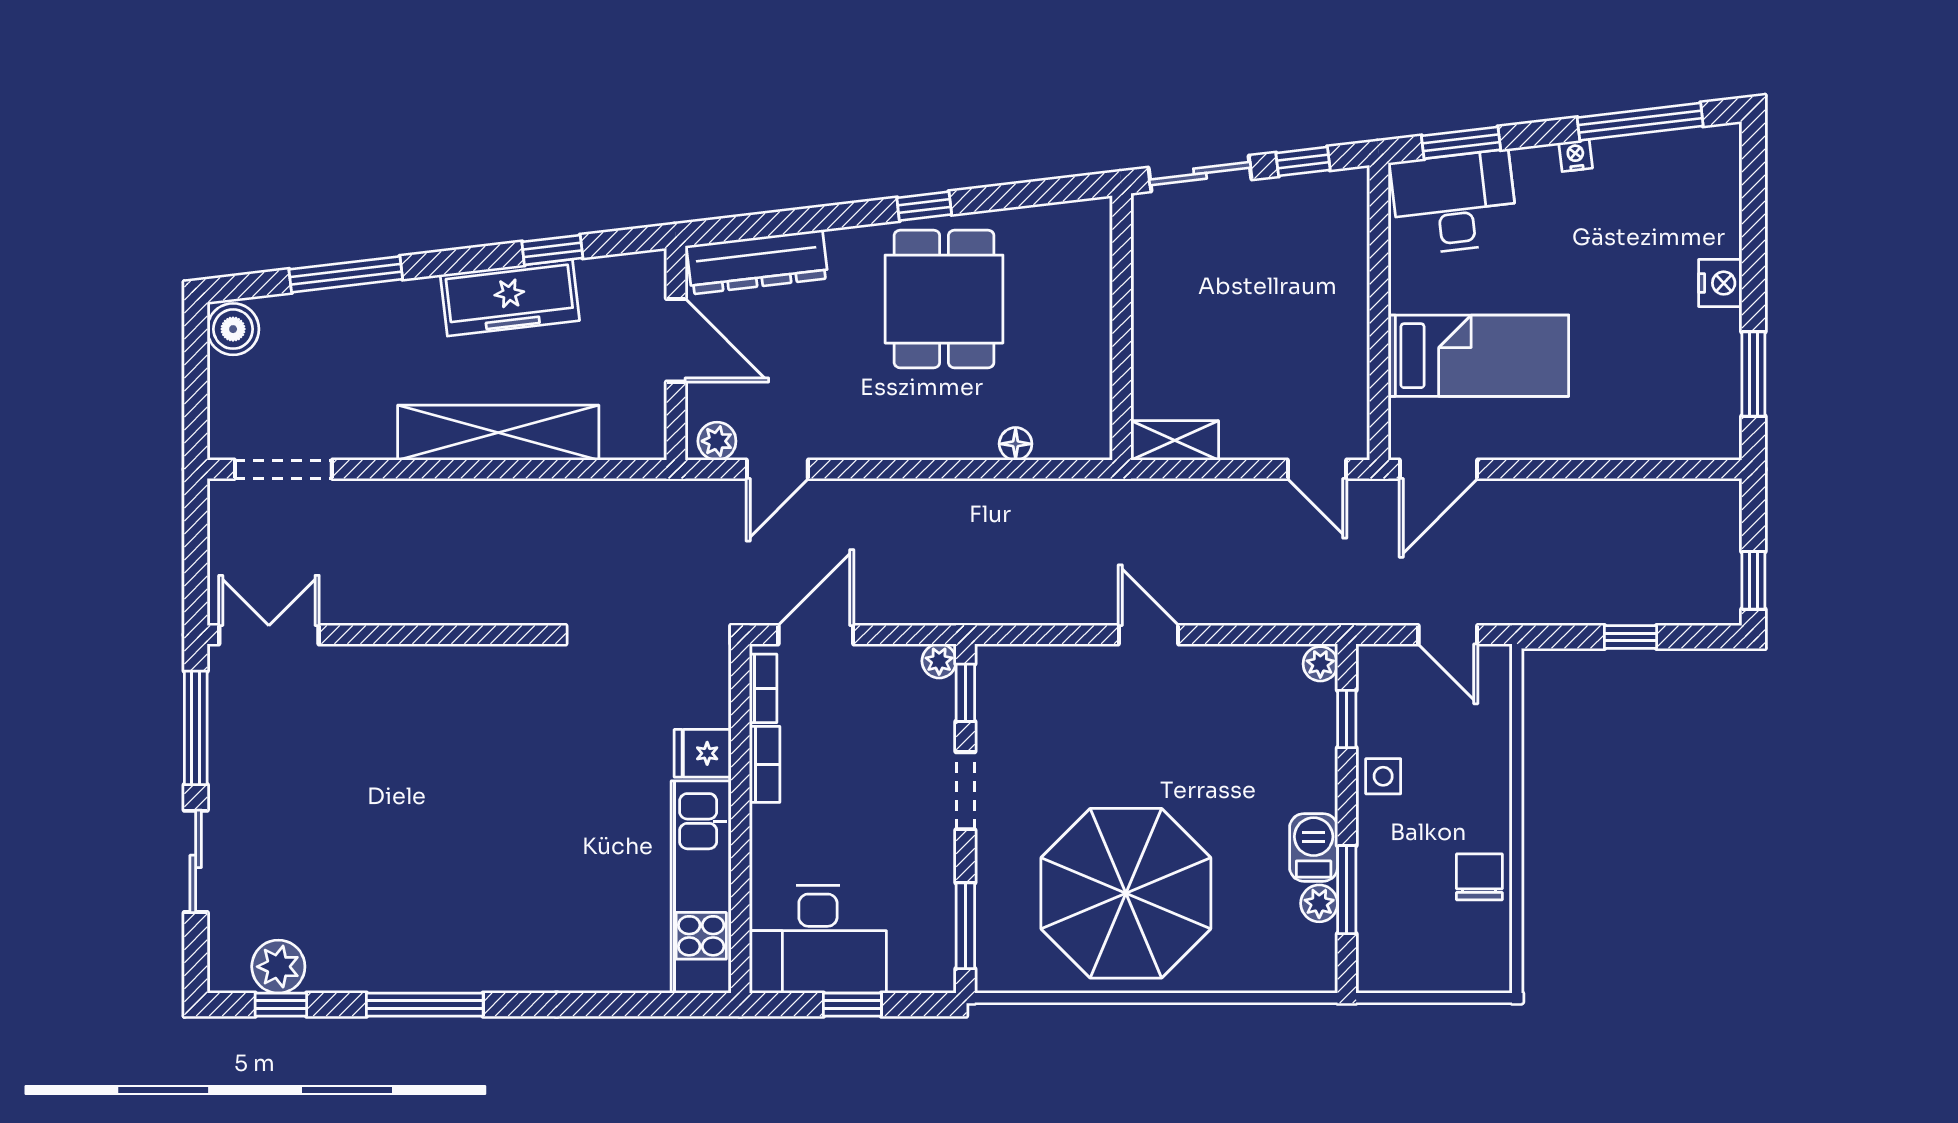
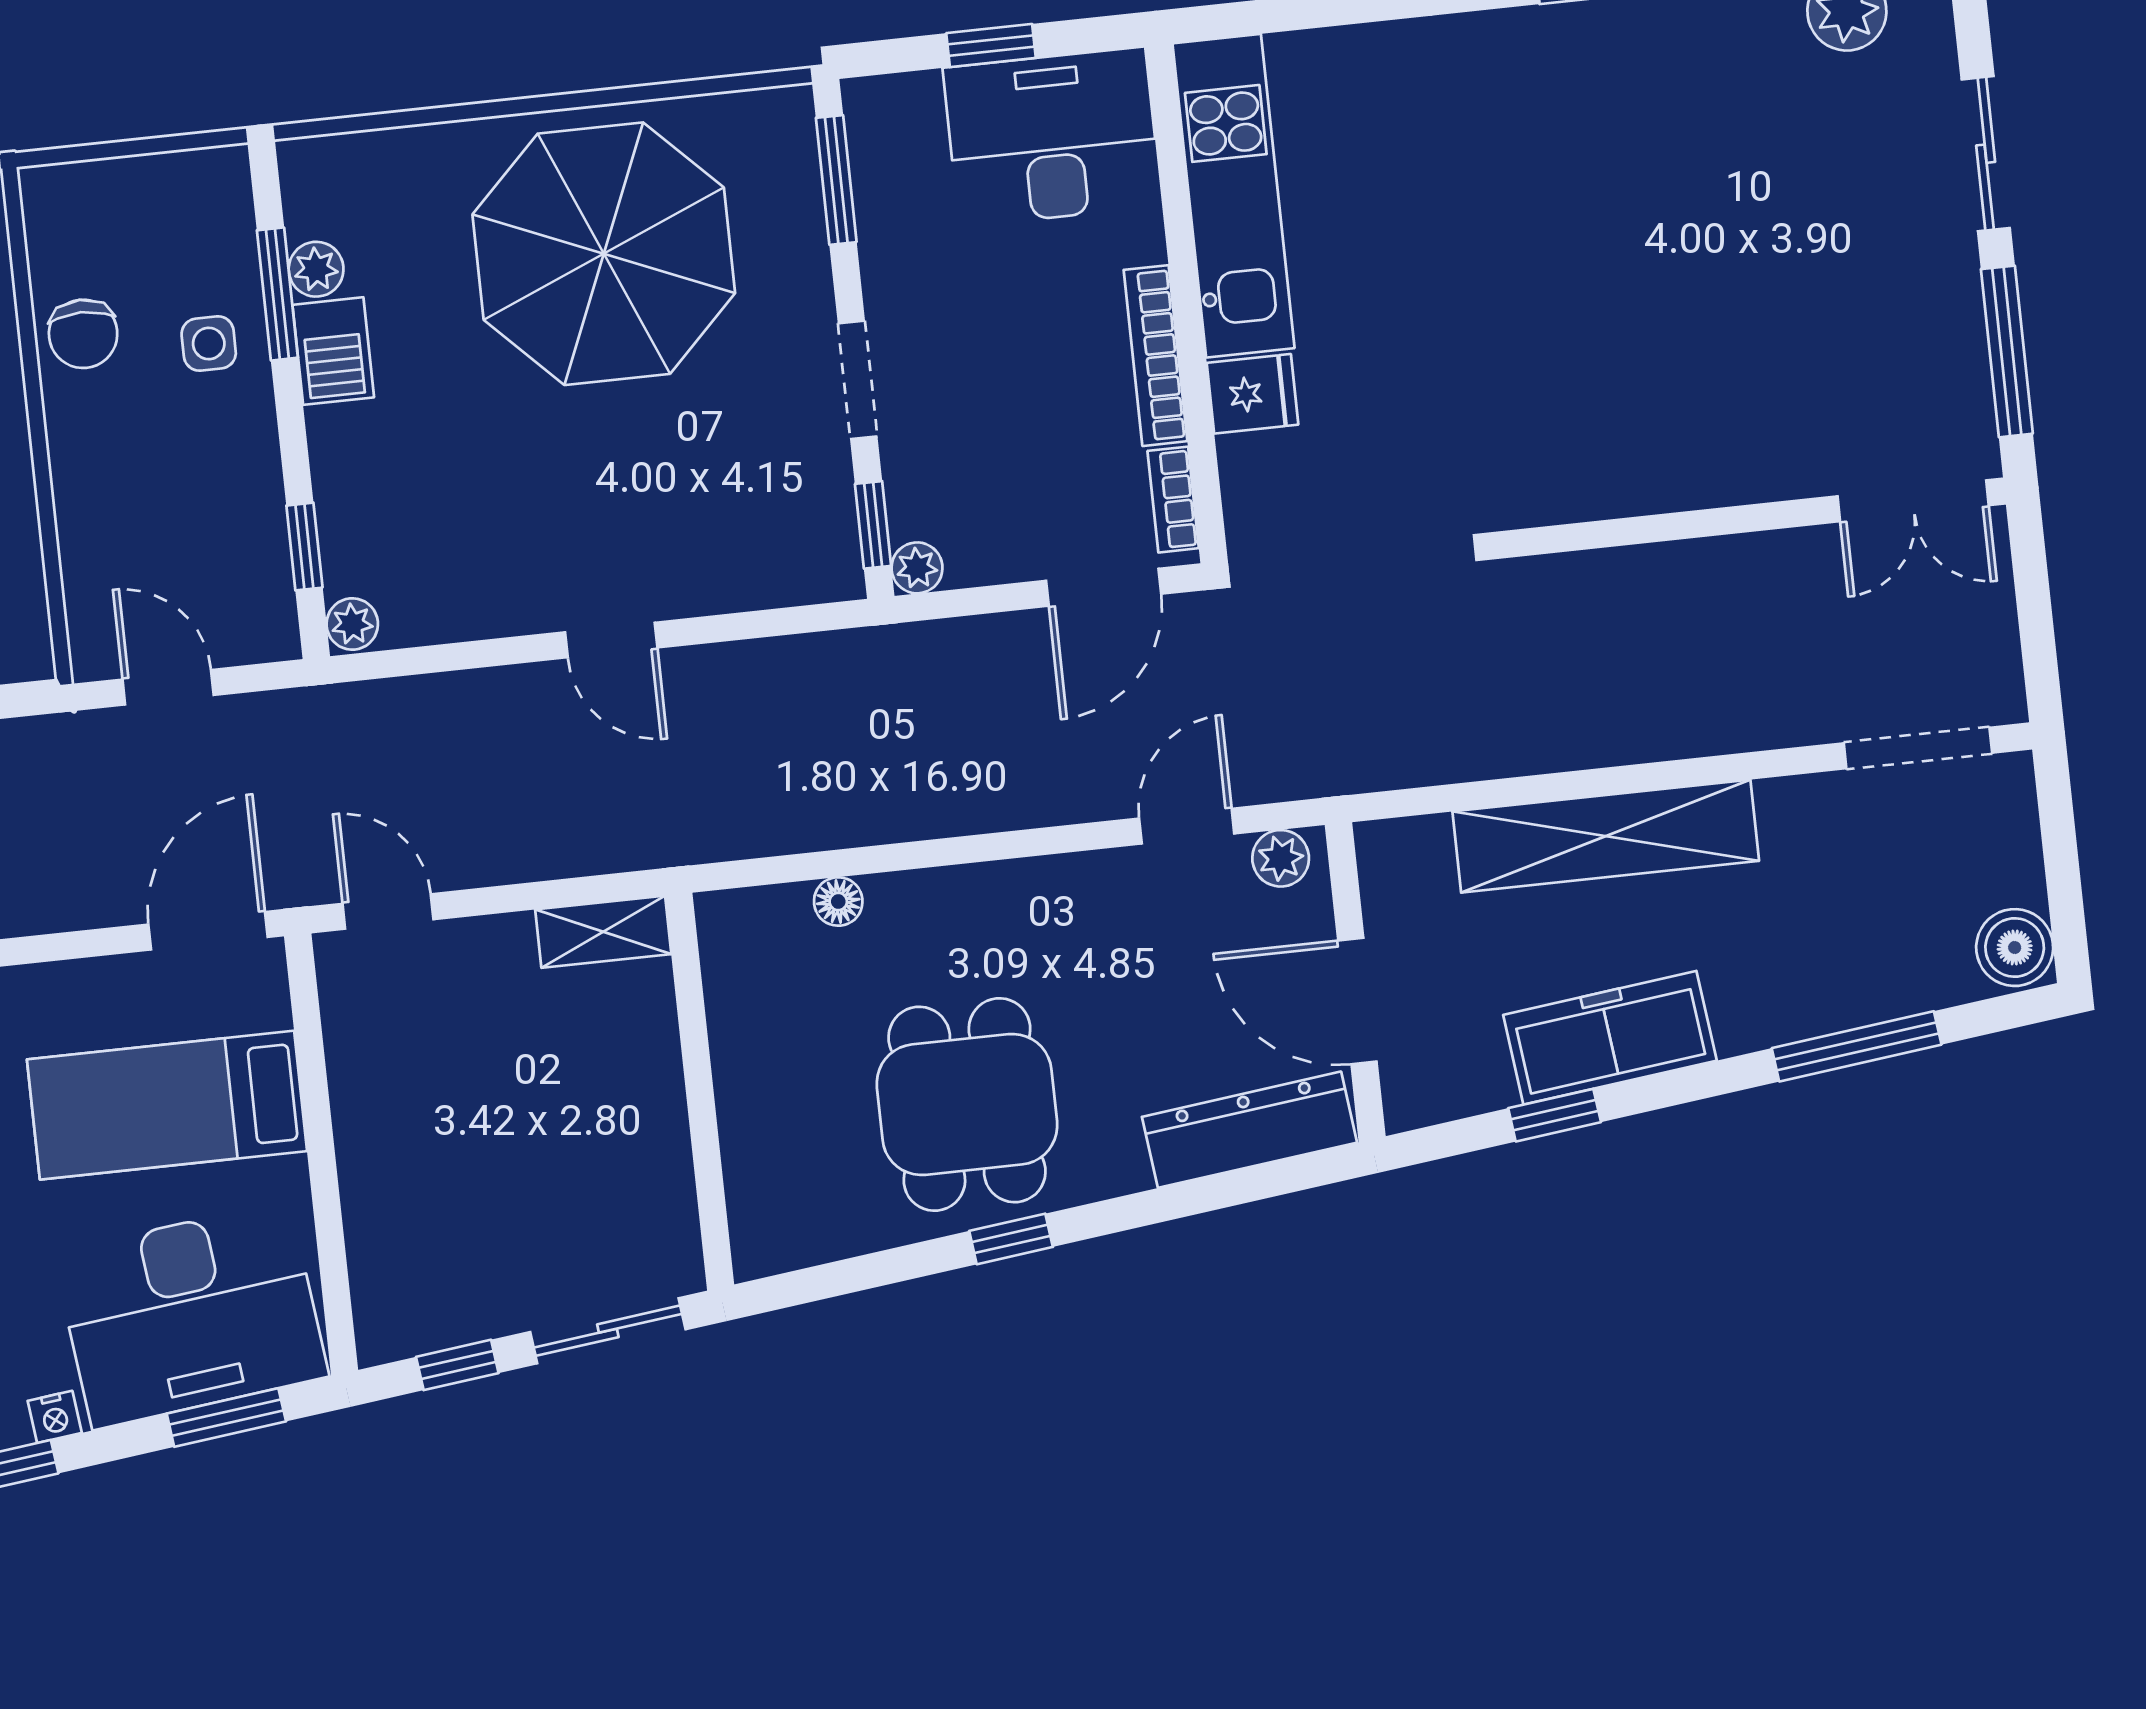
desk: (1454, 203) -> (191, 1315), width x1.36, depth x1.30
bookcase: (765, 764) -> (1156, 356), width x1.56
side table: (1383, 776) -> (209, 343), moved

